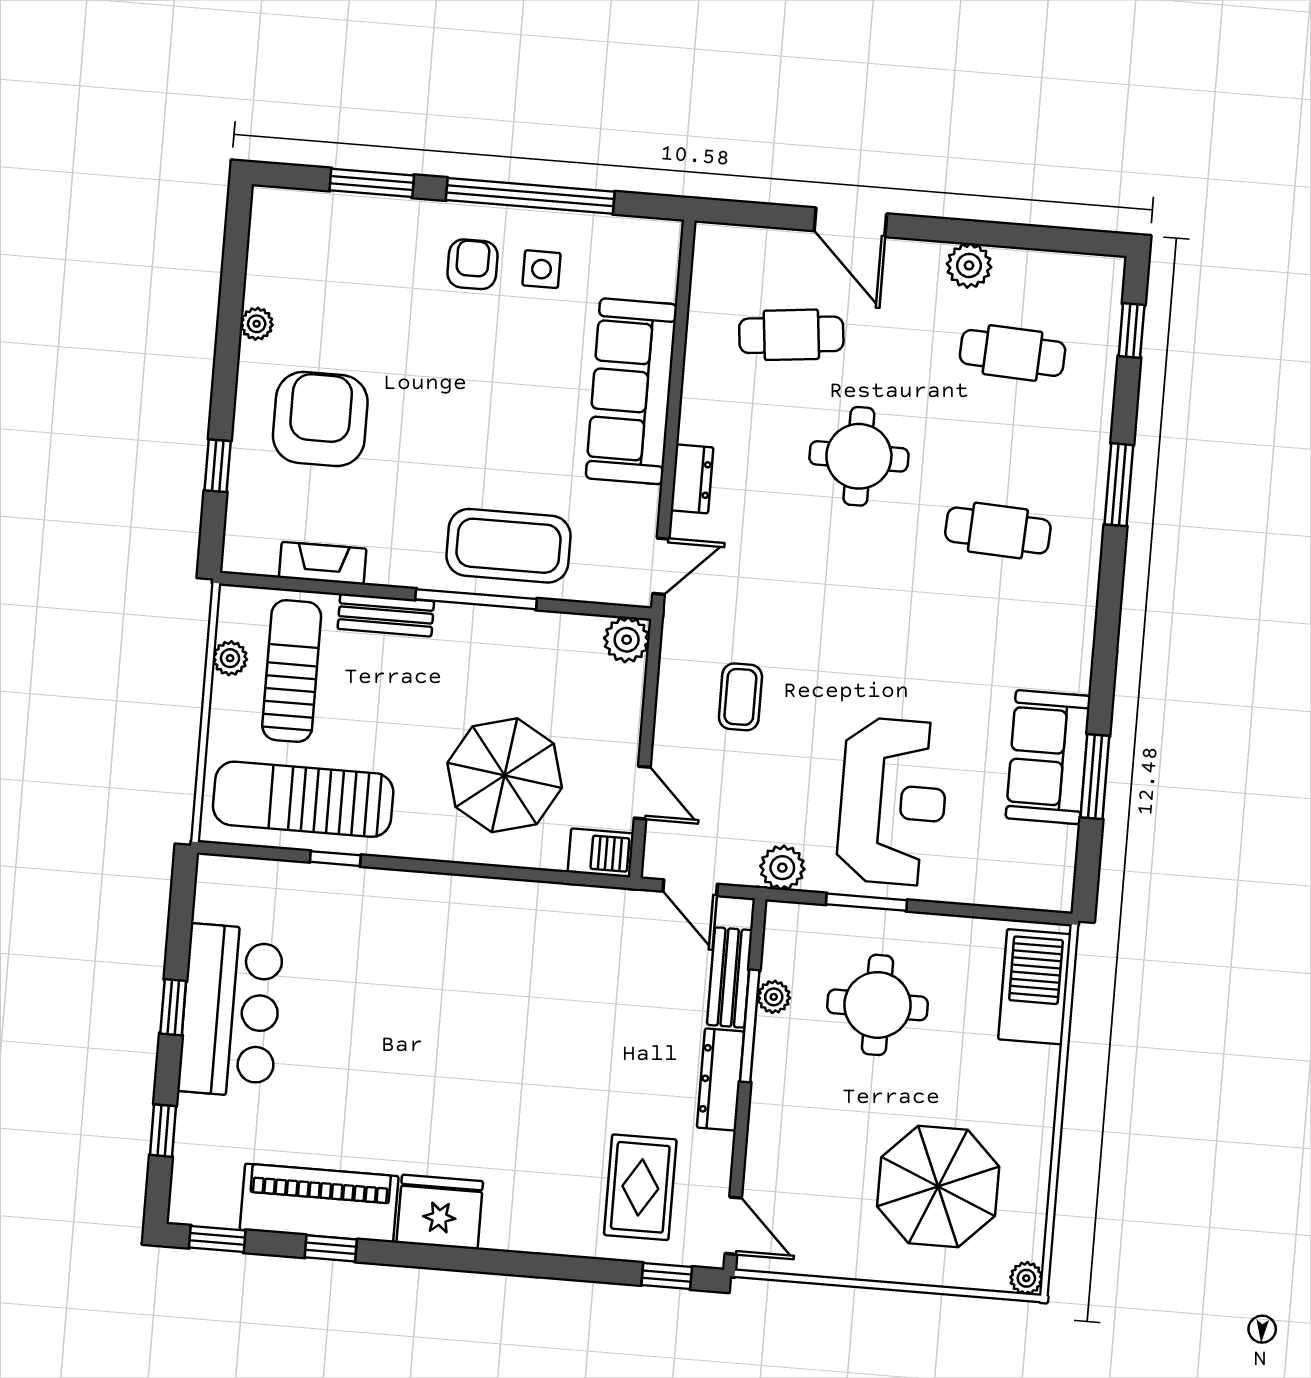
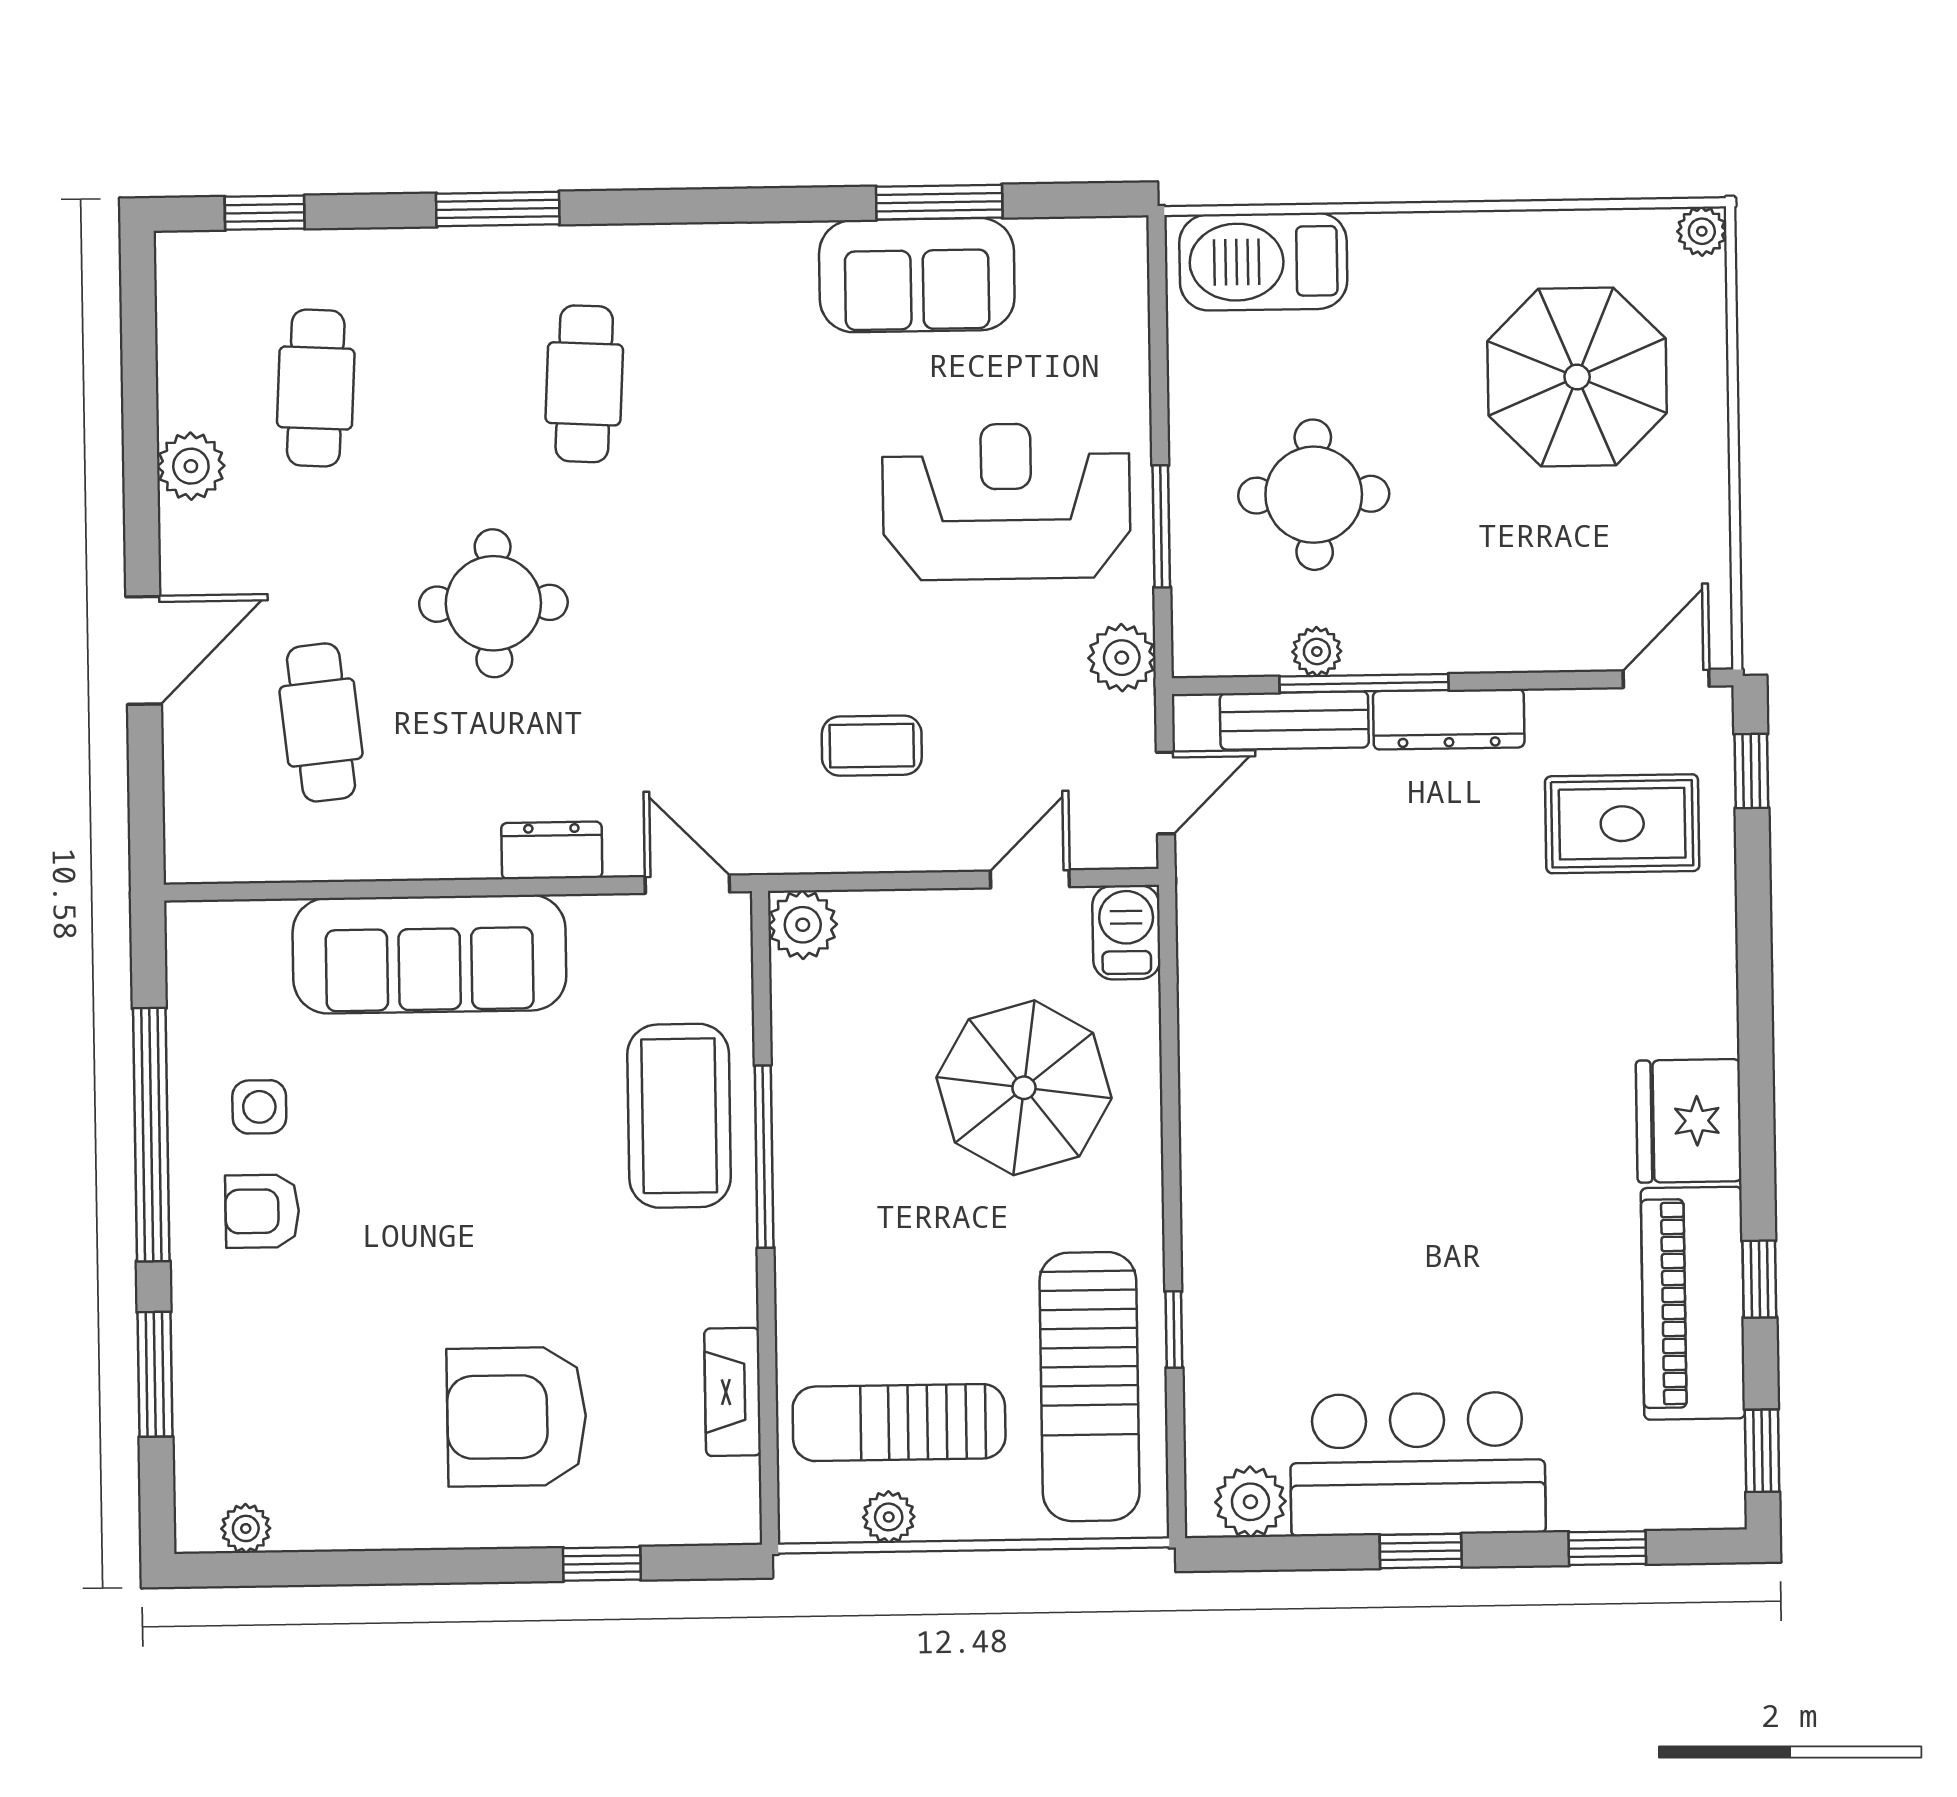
plant: (257, 324) -> (246, 1528), moved
bench: (386, 615) -> (801, 1290), removed
plant: (217, 898) -> (1250, 1502), added

